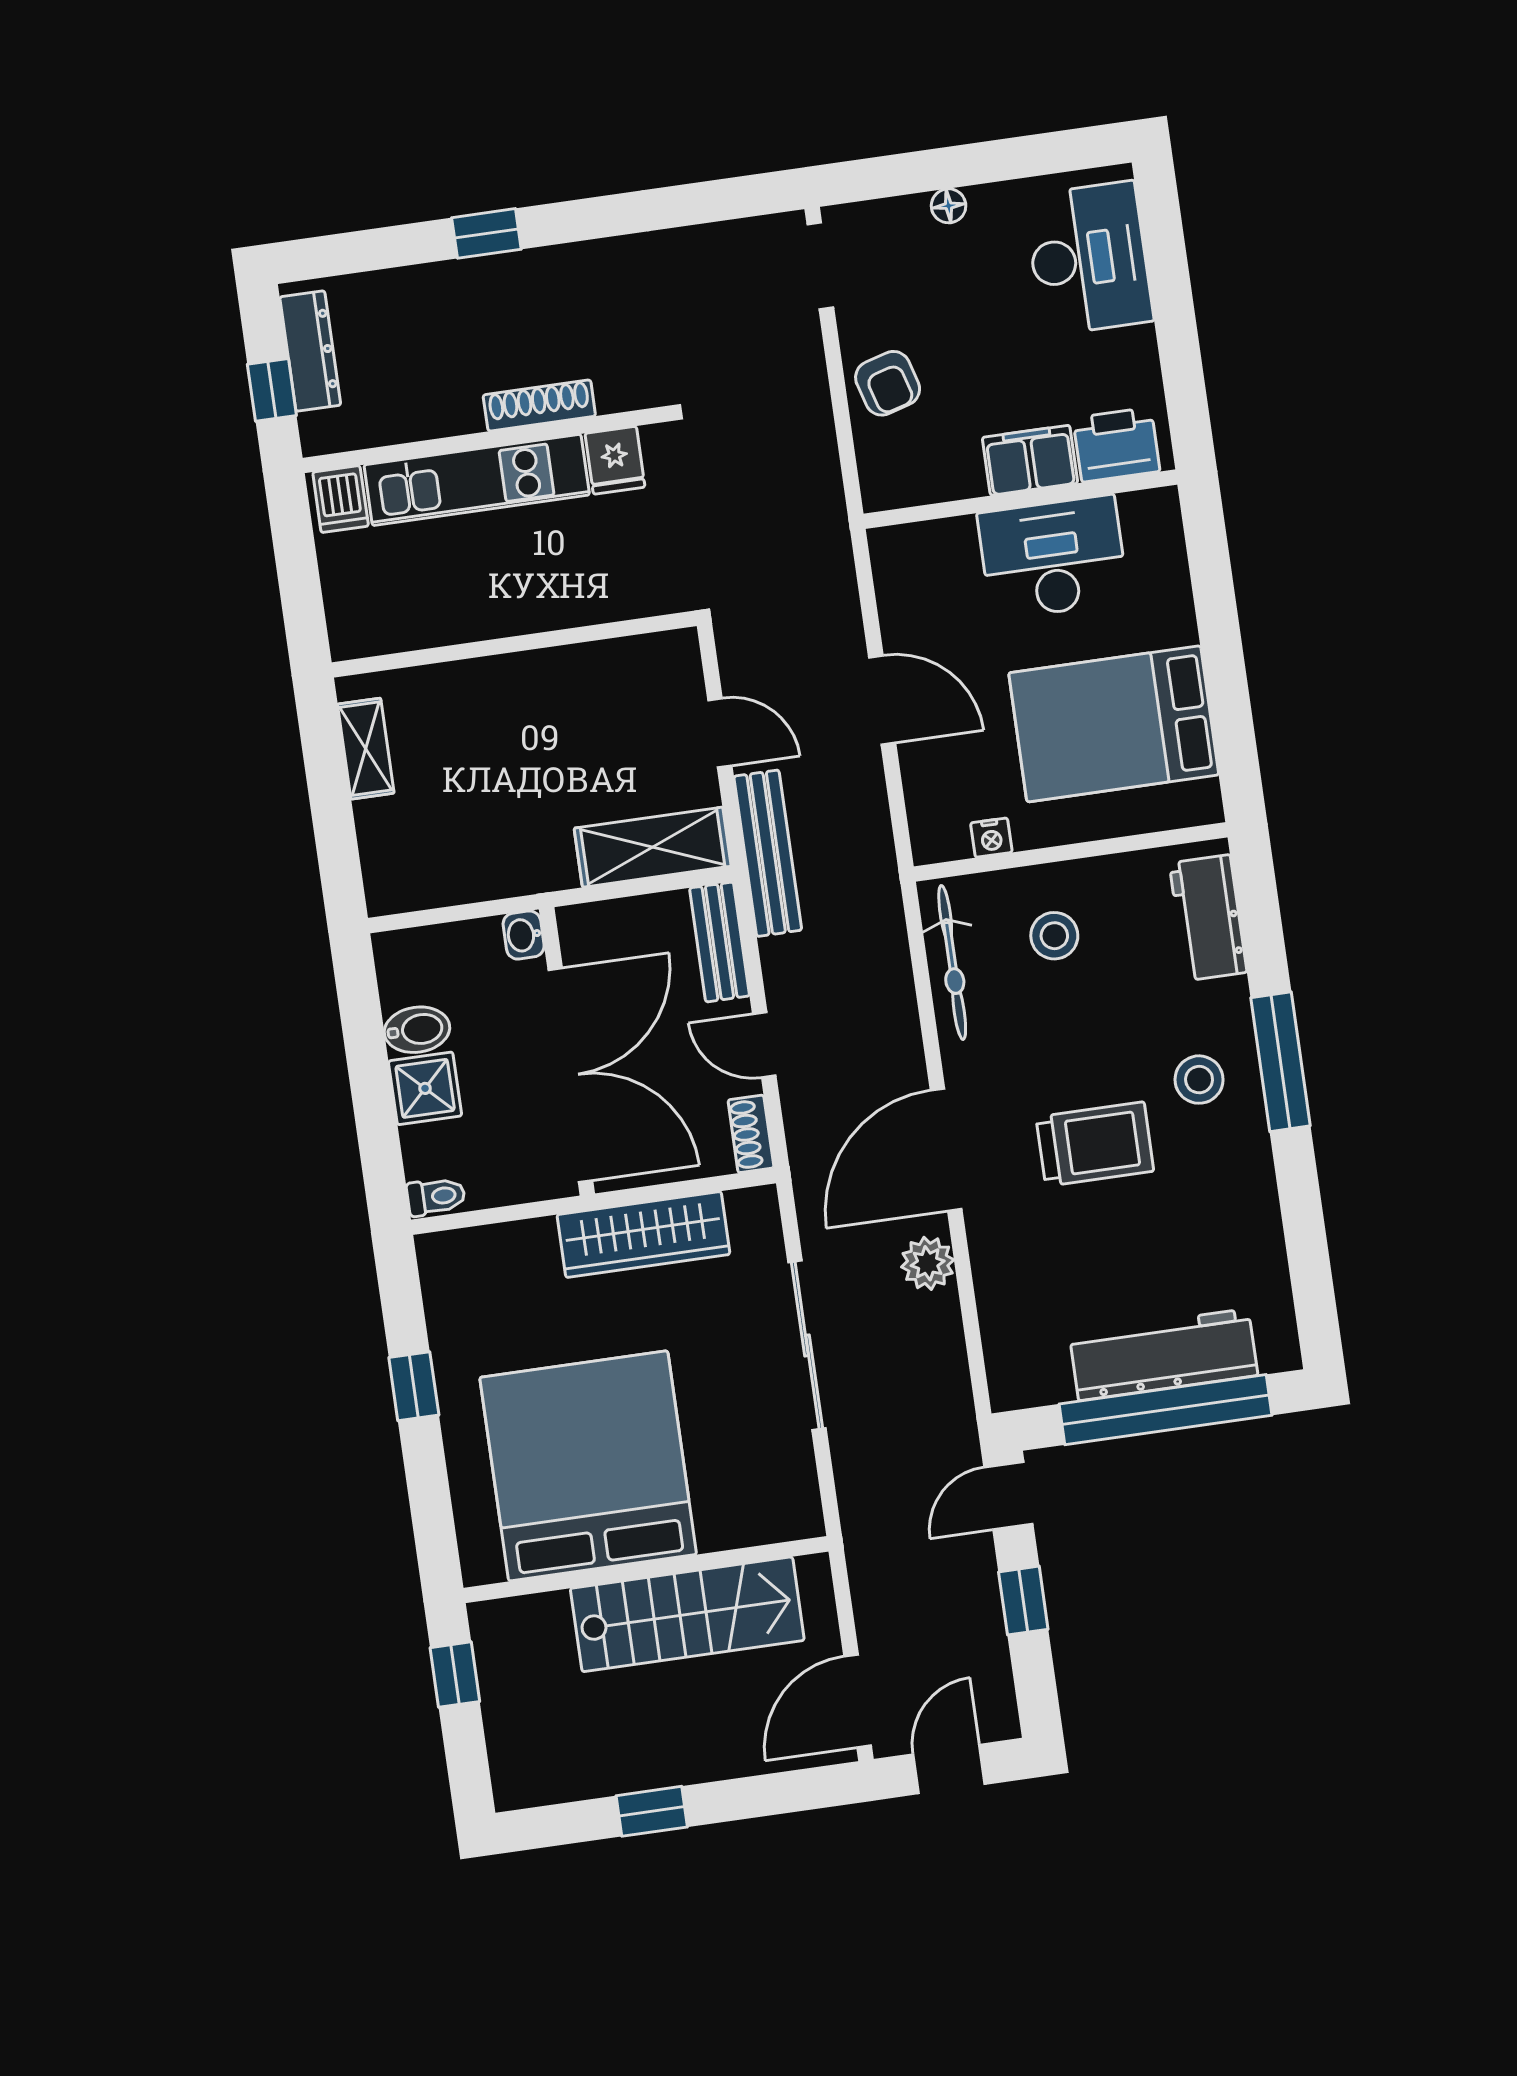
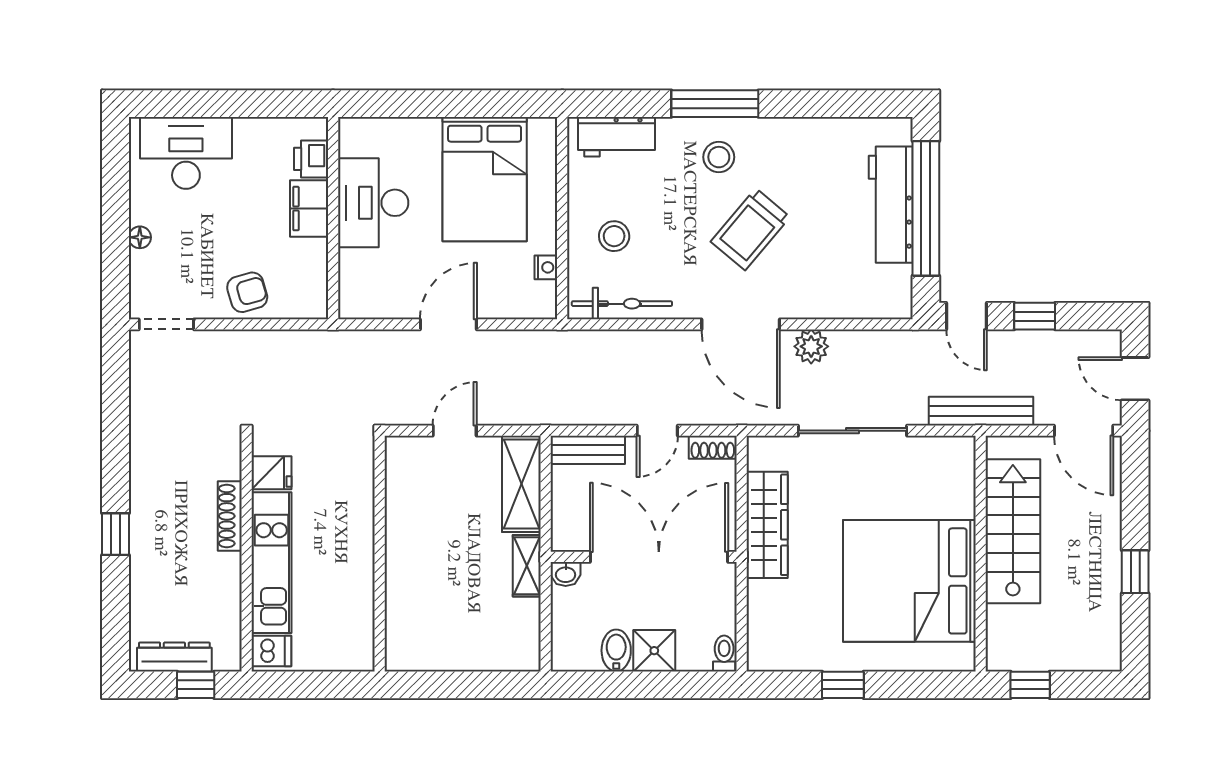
printer: (1116, 445) -> (311, 159), width x0.73, depth x0.81
shelving: (366, 749) -> (527, 566), moved, turned 90
bench: (768, 853) -> (981, 411), moved
trolley: (1095, 1144) -> (750, 229), turned -140

